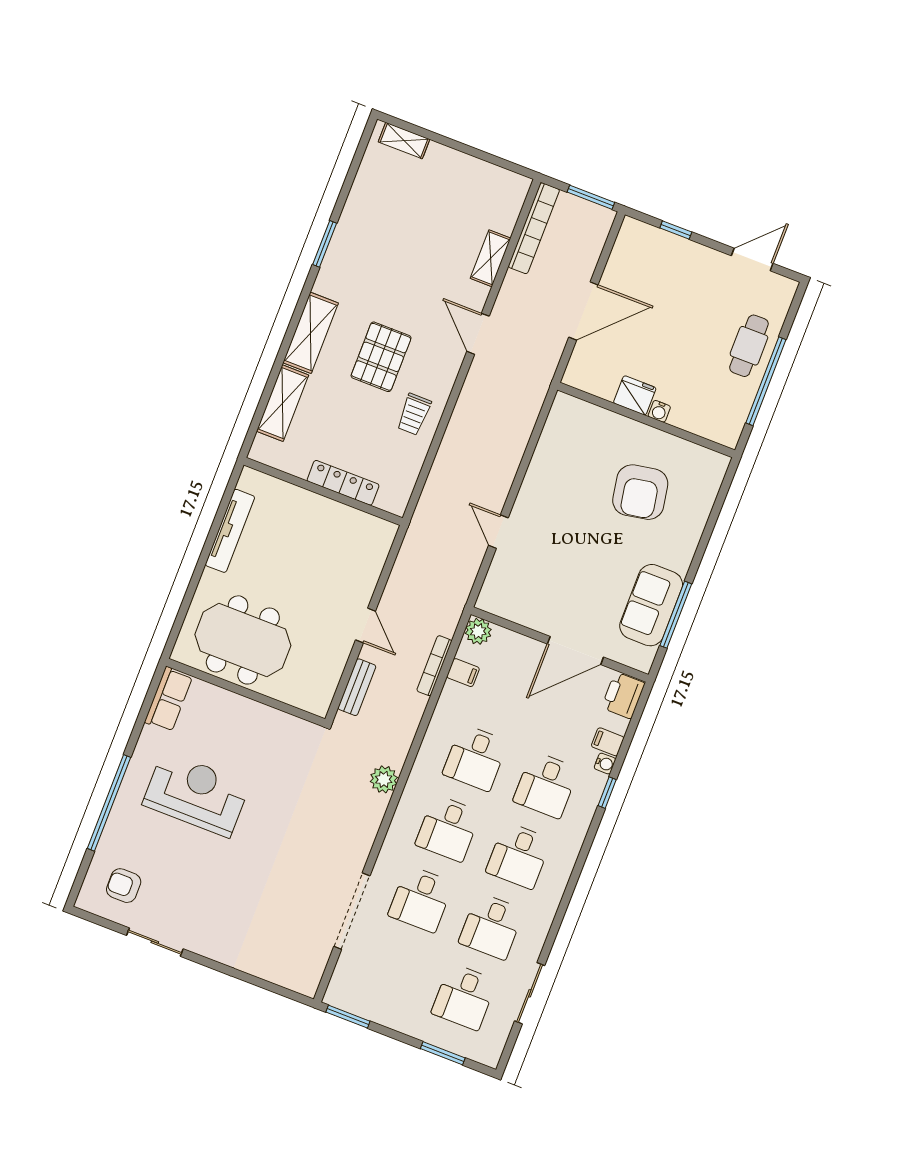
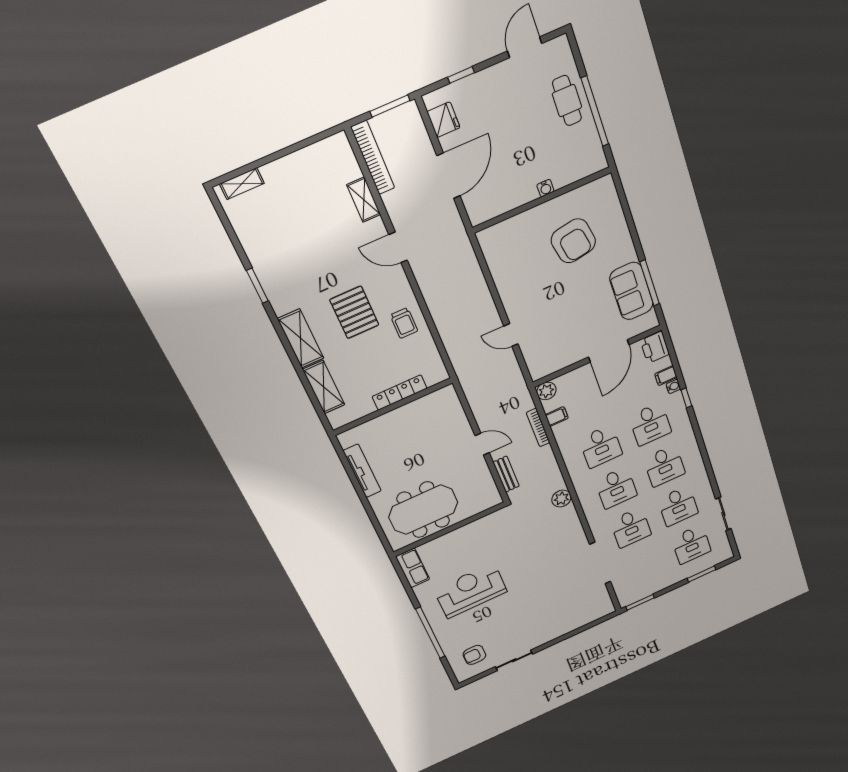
fridge: (635, 395) -> (444, 120), moved, turned 90

